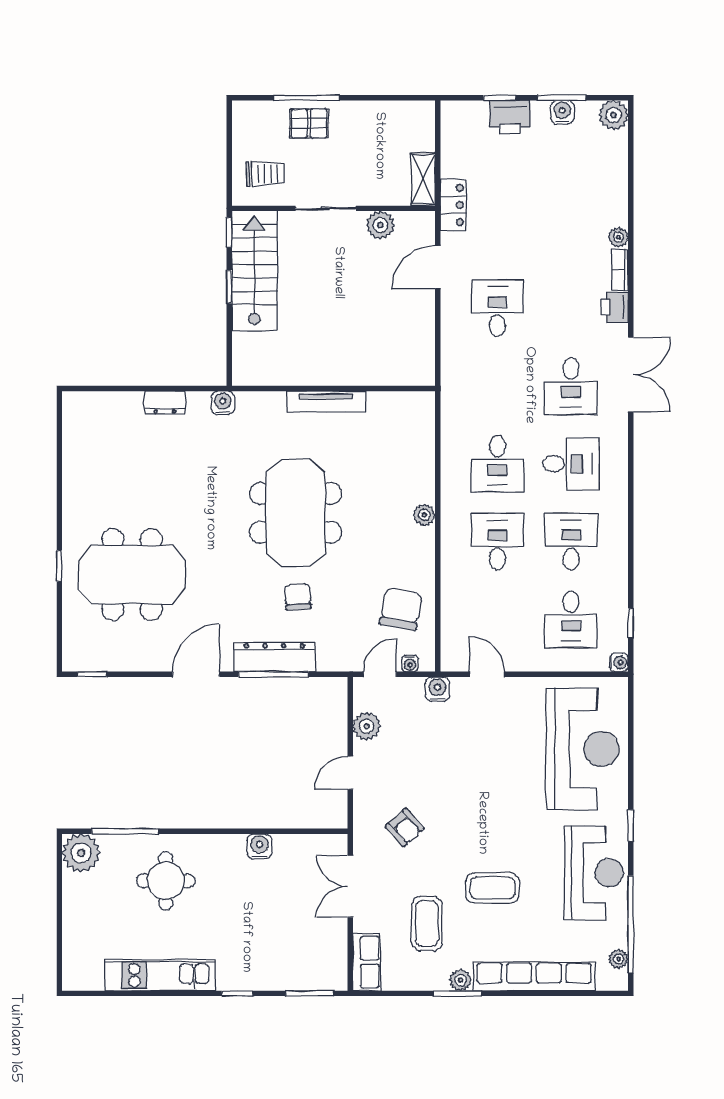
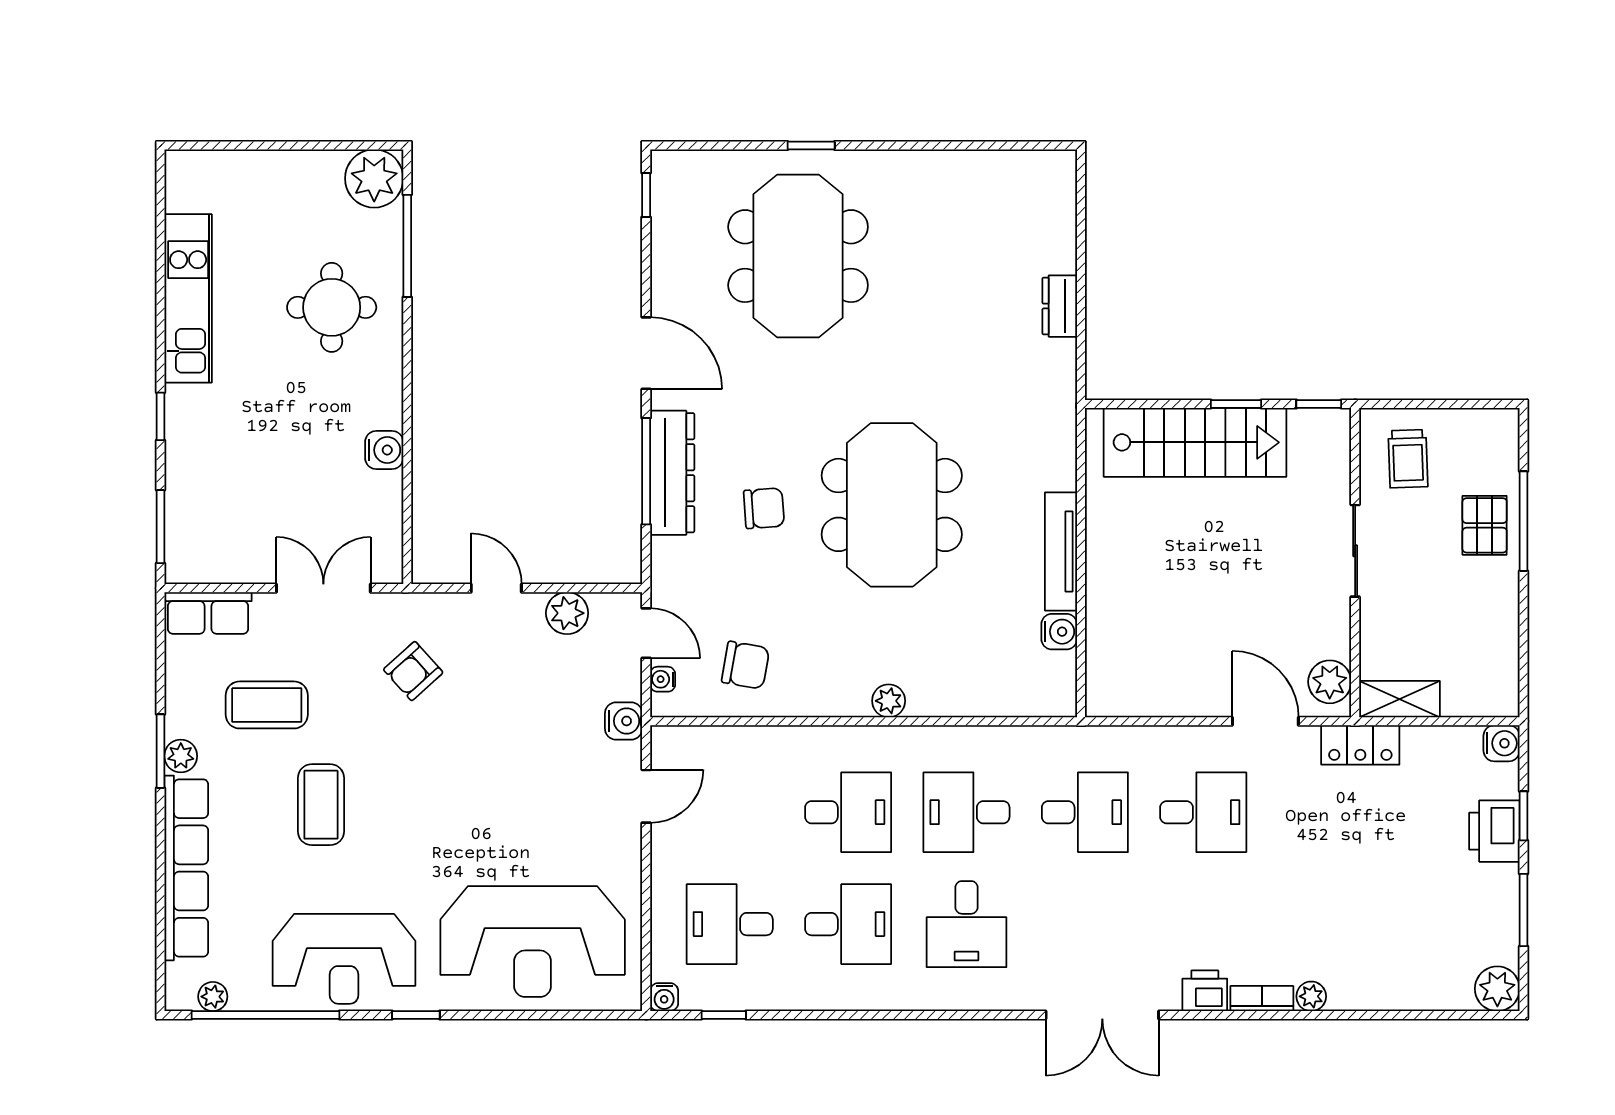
water cooler: (562, 112) -> (1502, 743), moved
plant: (380, 225) -> (1330, 682), moved
stairs: (254, 271) -> (1195, 442), moved
desk: (571, 386) -> (1085, 812), moved, turned 180
water cooler: (223, 403) -> (1059, 632), moved
meeting table: (296, 513) -> (892, 505), turned 90
chair: (401, 609) -> (745, 665), width x0.73, depth x0.73

